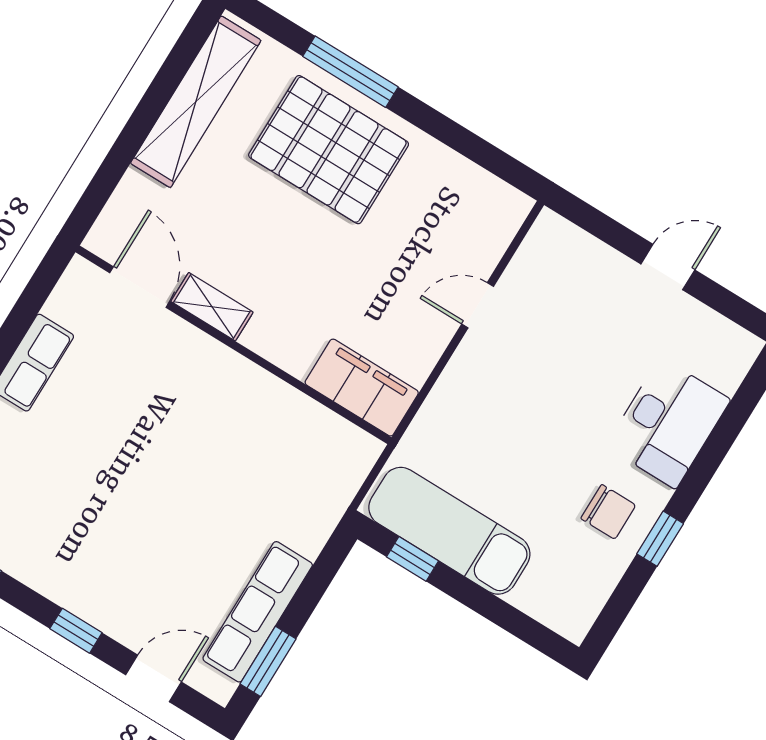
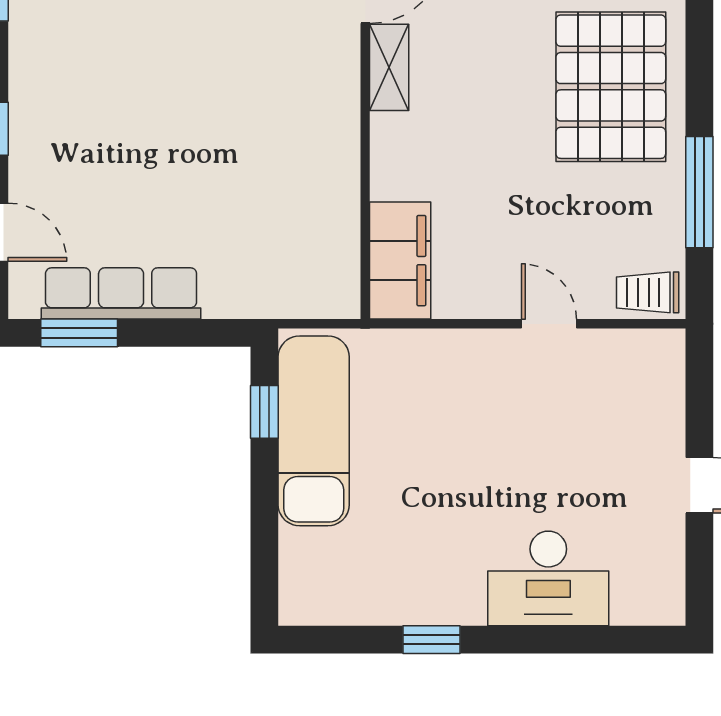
window: (350, 72) -> (699, 192), moved
trolley: (500, 217) -> (648, 292), added
chair: (608, 512) -> (427, 573), removed

